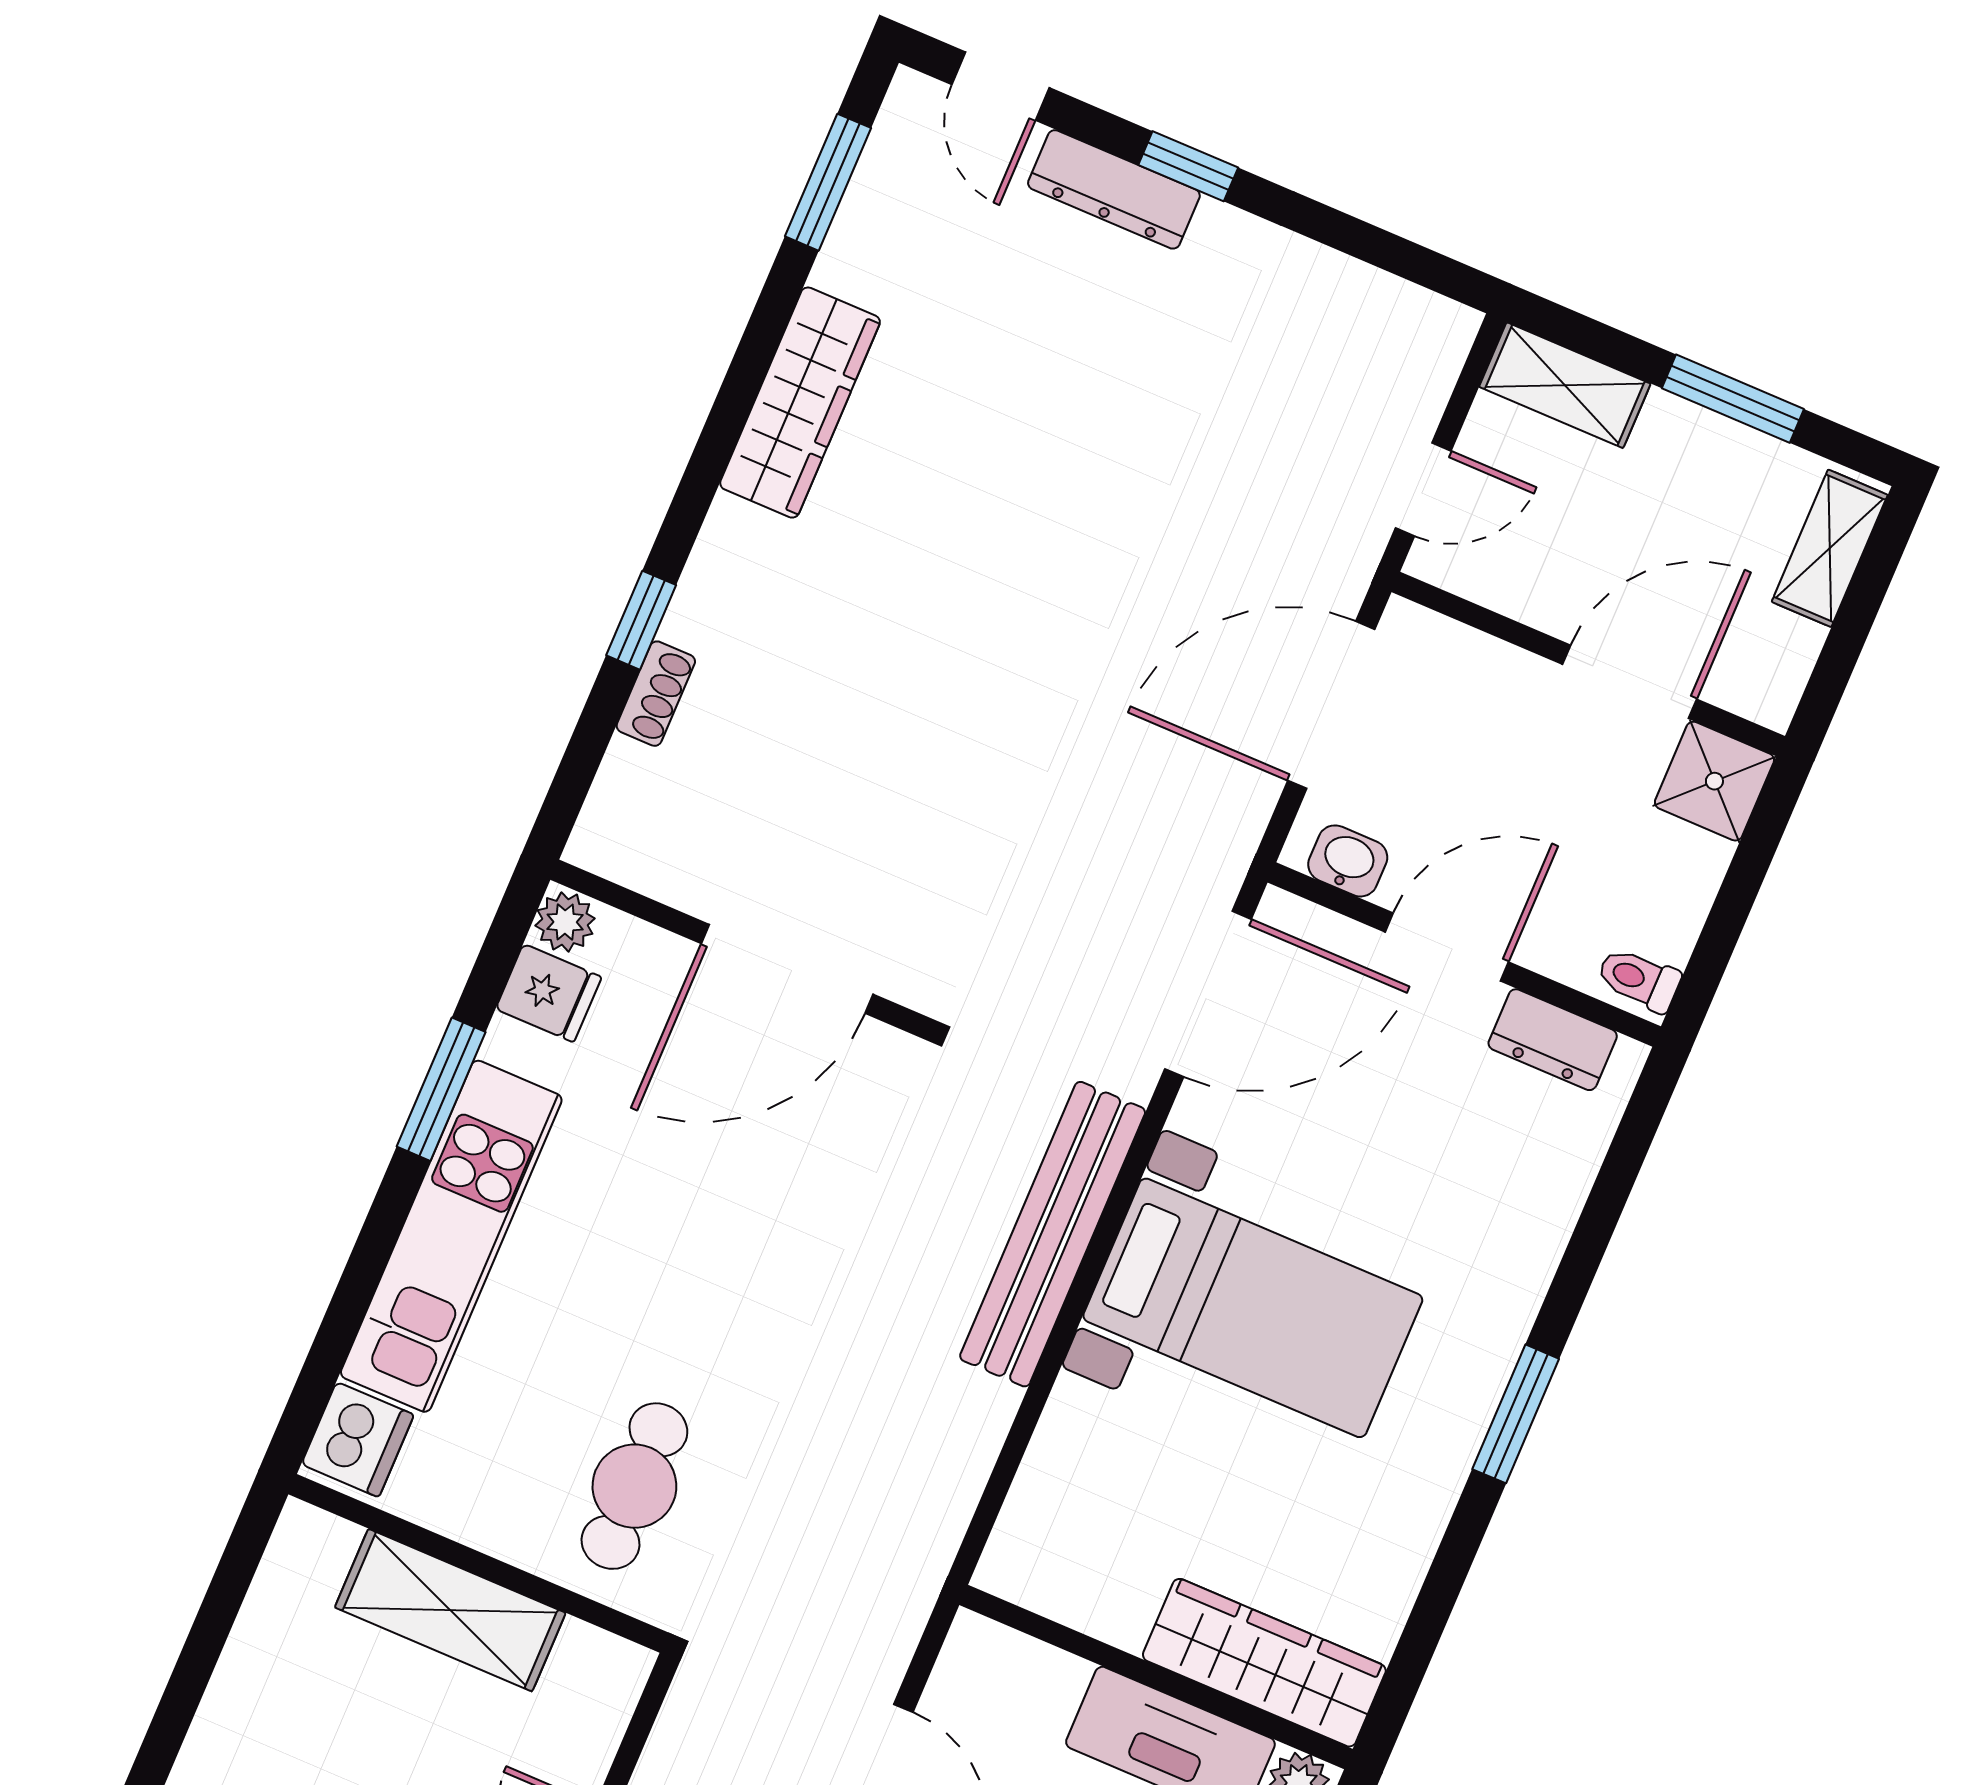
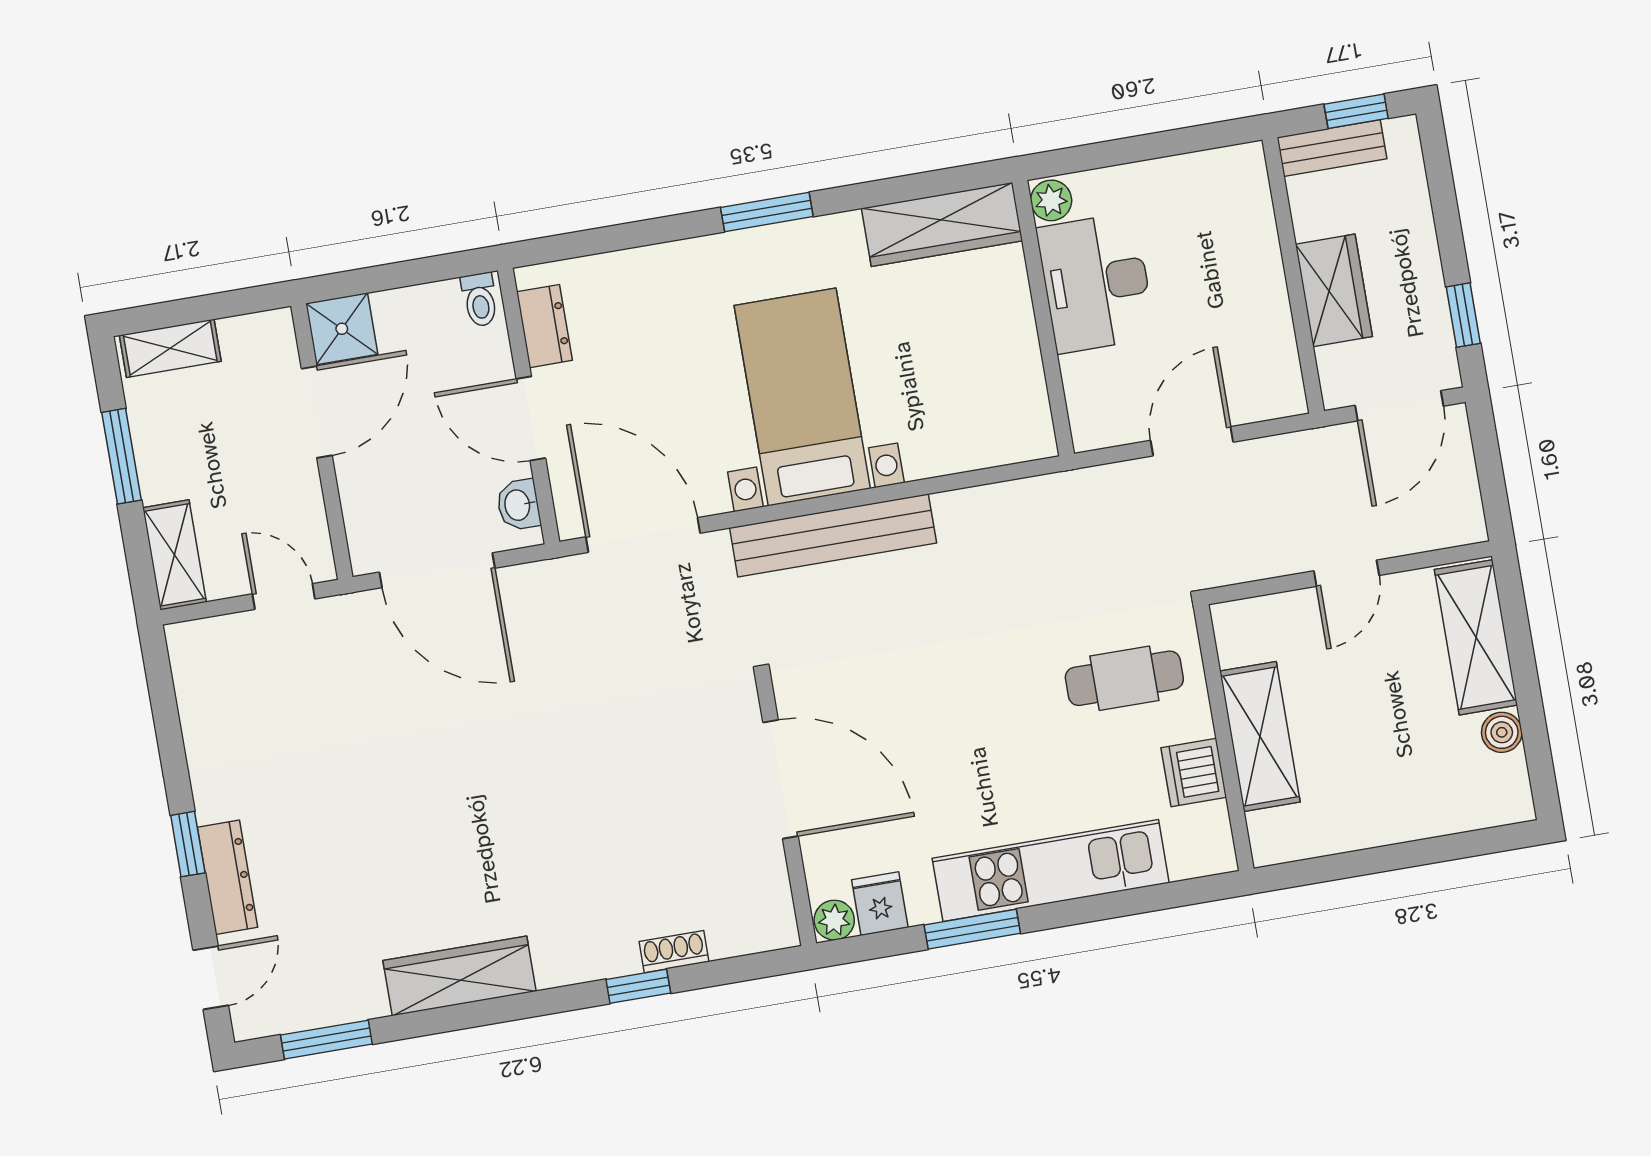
door: (1630, 682) -> (317, 412), swing flipped
dishwasher: (358, 1440) -> (1194, 773), moved, turned -90
wardrobe: (1264, 1663) -> (942, 224), moved, turned -90

